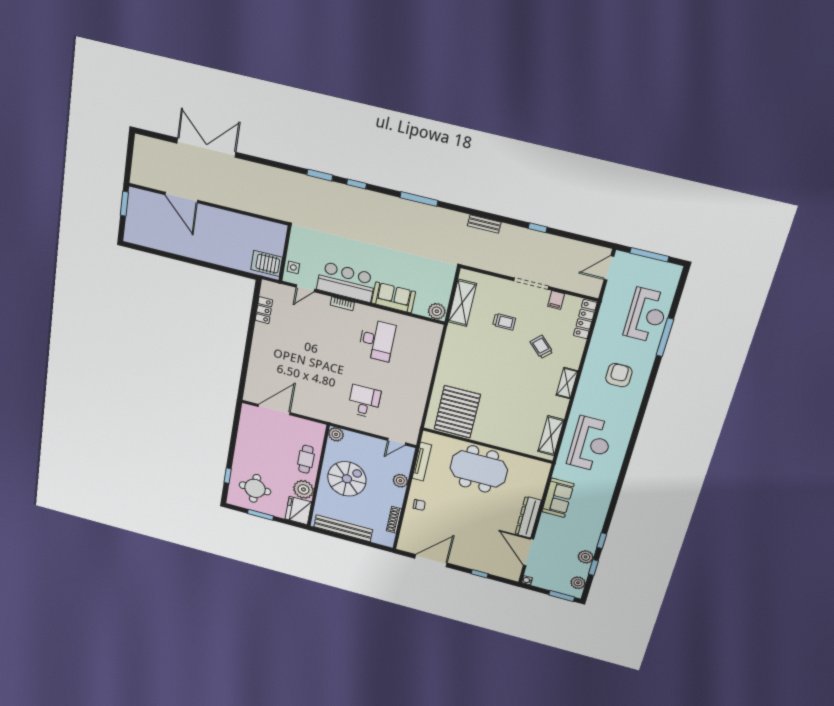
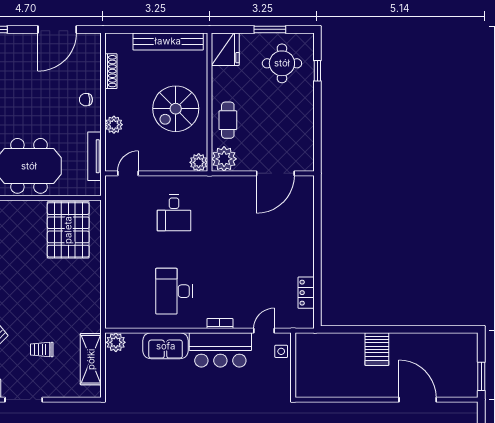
server rack: (267, 263) -> (377, 349), moved, turned 90
plant: (303, 489) -> (224, 159), moved

